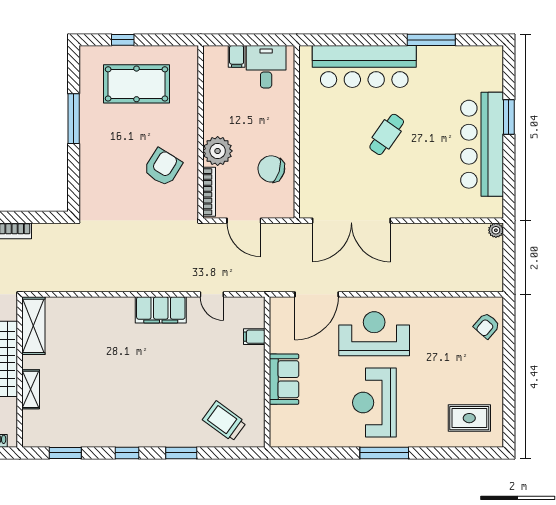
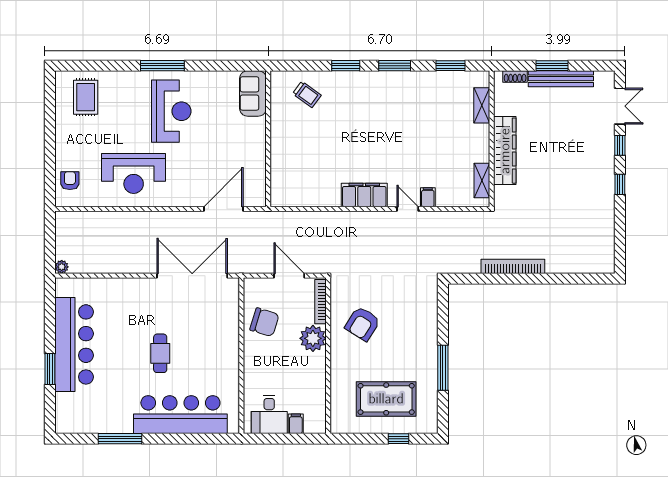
cafe table: (387, 134) -> (160, 353), turned -35
door: (212, 294) -> (408, 209), moved
shelving: (33, 326) -> (482, 180), width x0.67, depth x0.75
armchair: (487, 326) -> (70, 181), turned -41
reception desk: (374, 334) -> (134, 173), moved
filing cabinet: (254, 337) -> (428, 197), moved, turned -90
sofa: (284, 379) -> (253, 93), moved
shelving: (31, 389) -> (482, 105), moved
rug: (469, 418) -> (86, 97), turned 90
trolley: (224, 421) -> (307, 94), width x0.73, depth x0.72
window: (127, 453) -> (395, 66), width x1.50

